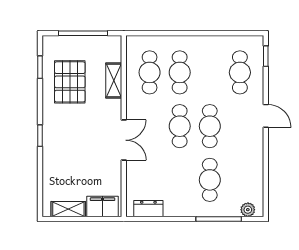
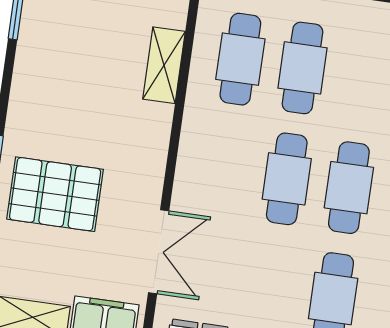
pallet: (70, 82) -> (55, 194), moved, turned 90
double door: (124, 140) -> (159, 252), moved

